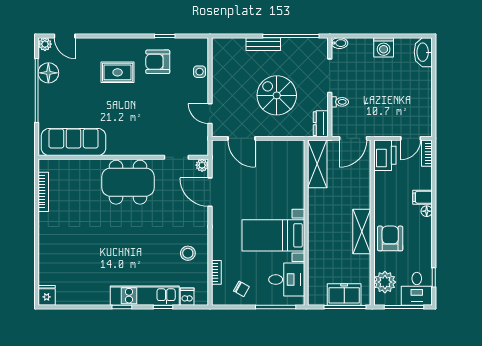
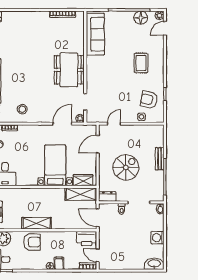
armchair: (158, 62) -> (149, 100), moved, turned -78
wardrobe: (296, 161) -> (83, 180), added
bed with nightstands: (273, 235) -> (55, 165), moved

